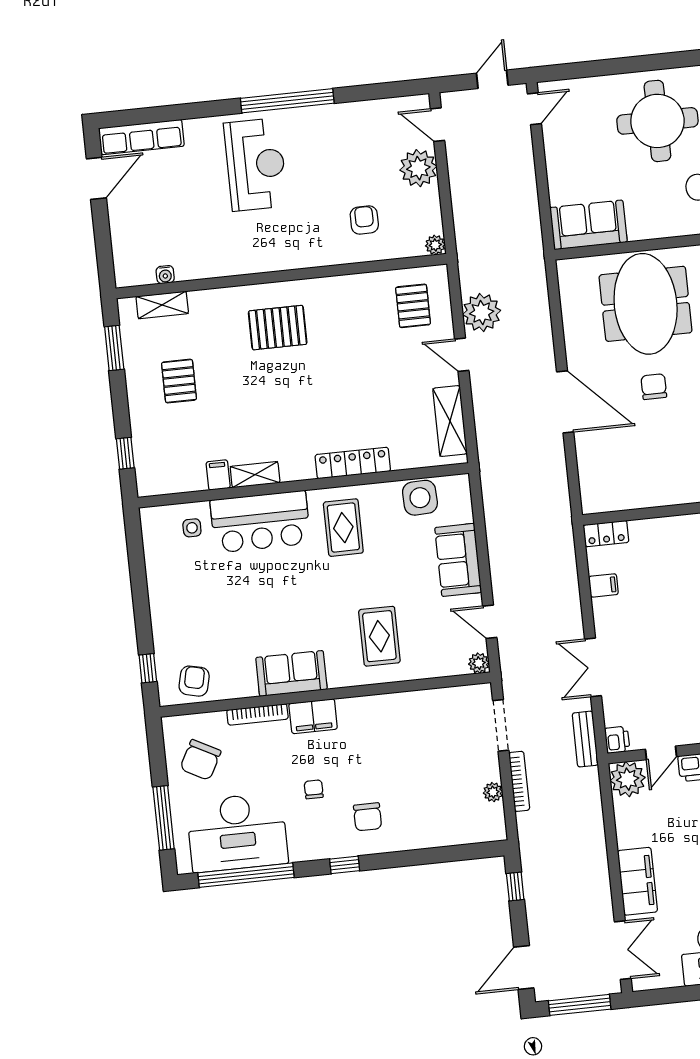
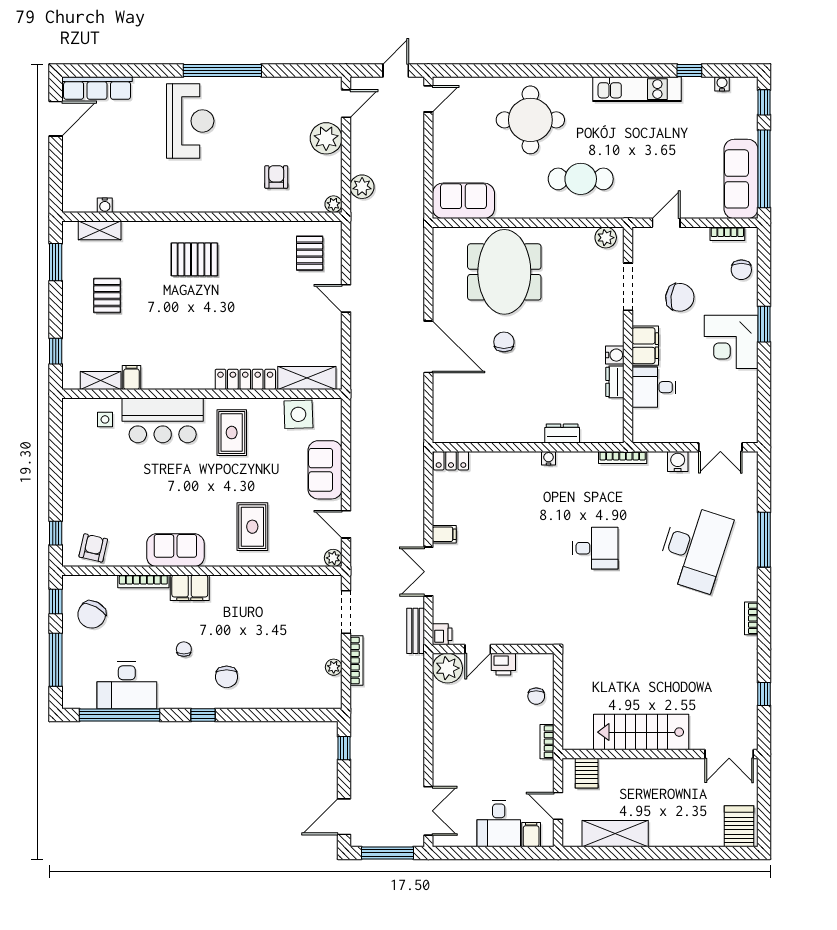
door: (438, 125) -> (346, 104), swing flipped
plant: (482, 313) -> (362, 187), moved, width x0.73, depth x0.73
shelving: (450, 421) -> (307, 378), moved, turned 90
shelving: (255, 475) -> (101, 381), moved
filing cabinet: (603, 585) -> (444, 534), moved
window: (156, 749) -> (56, 601), added
desk: (237, 832) -> (127, 685), width x0.73, depth x0.77
filing cabinet: (637, 881) -> (447, 754), removed

